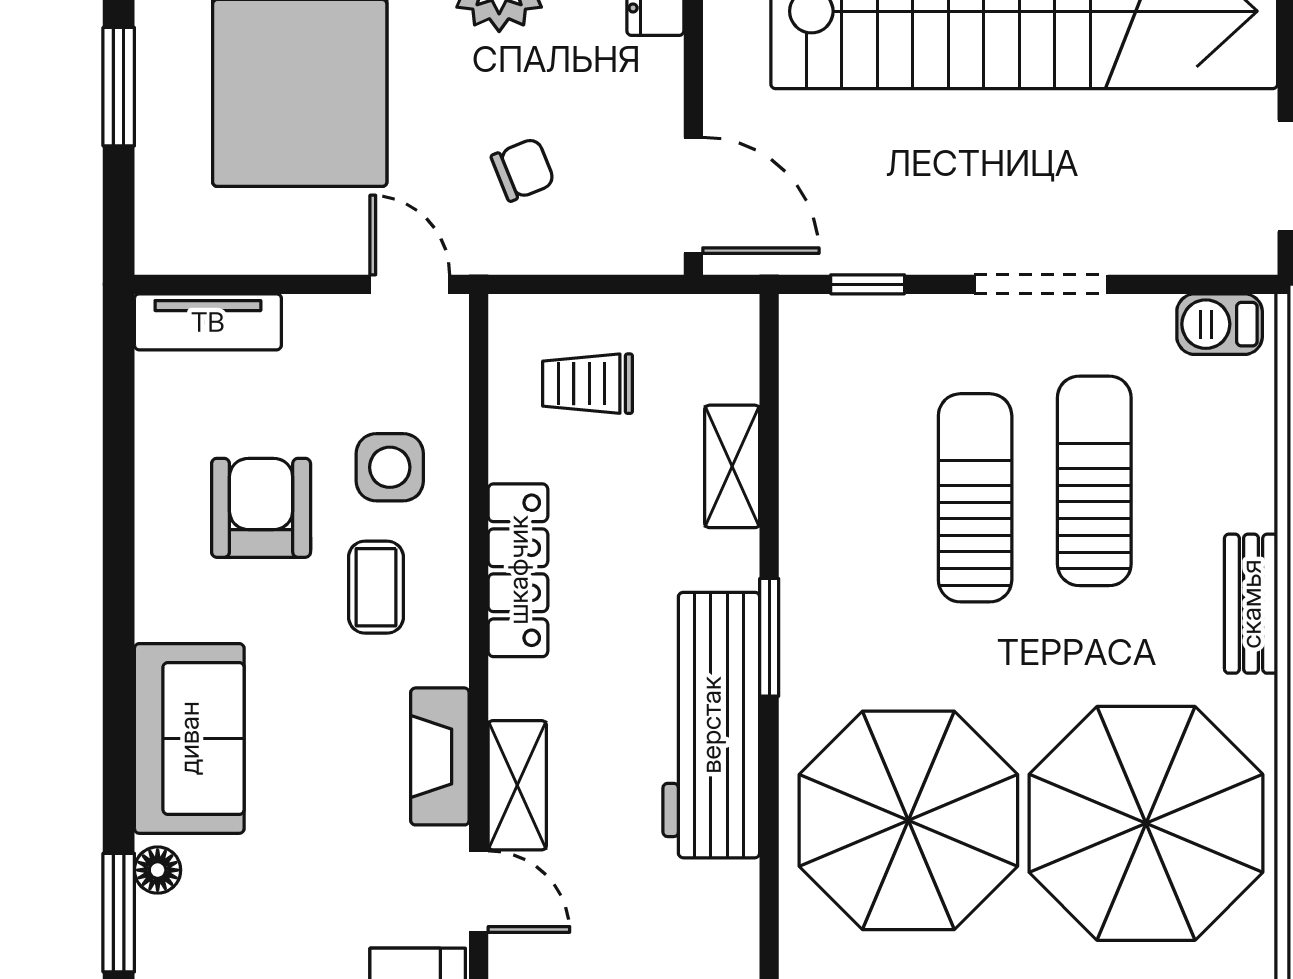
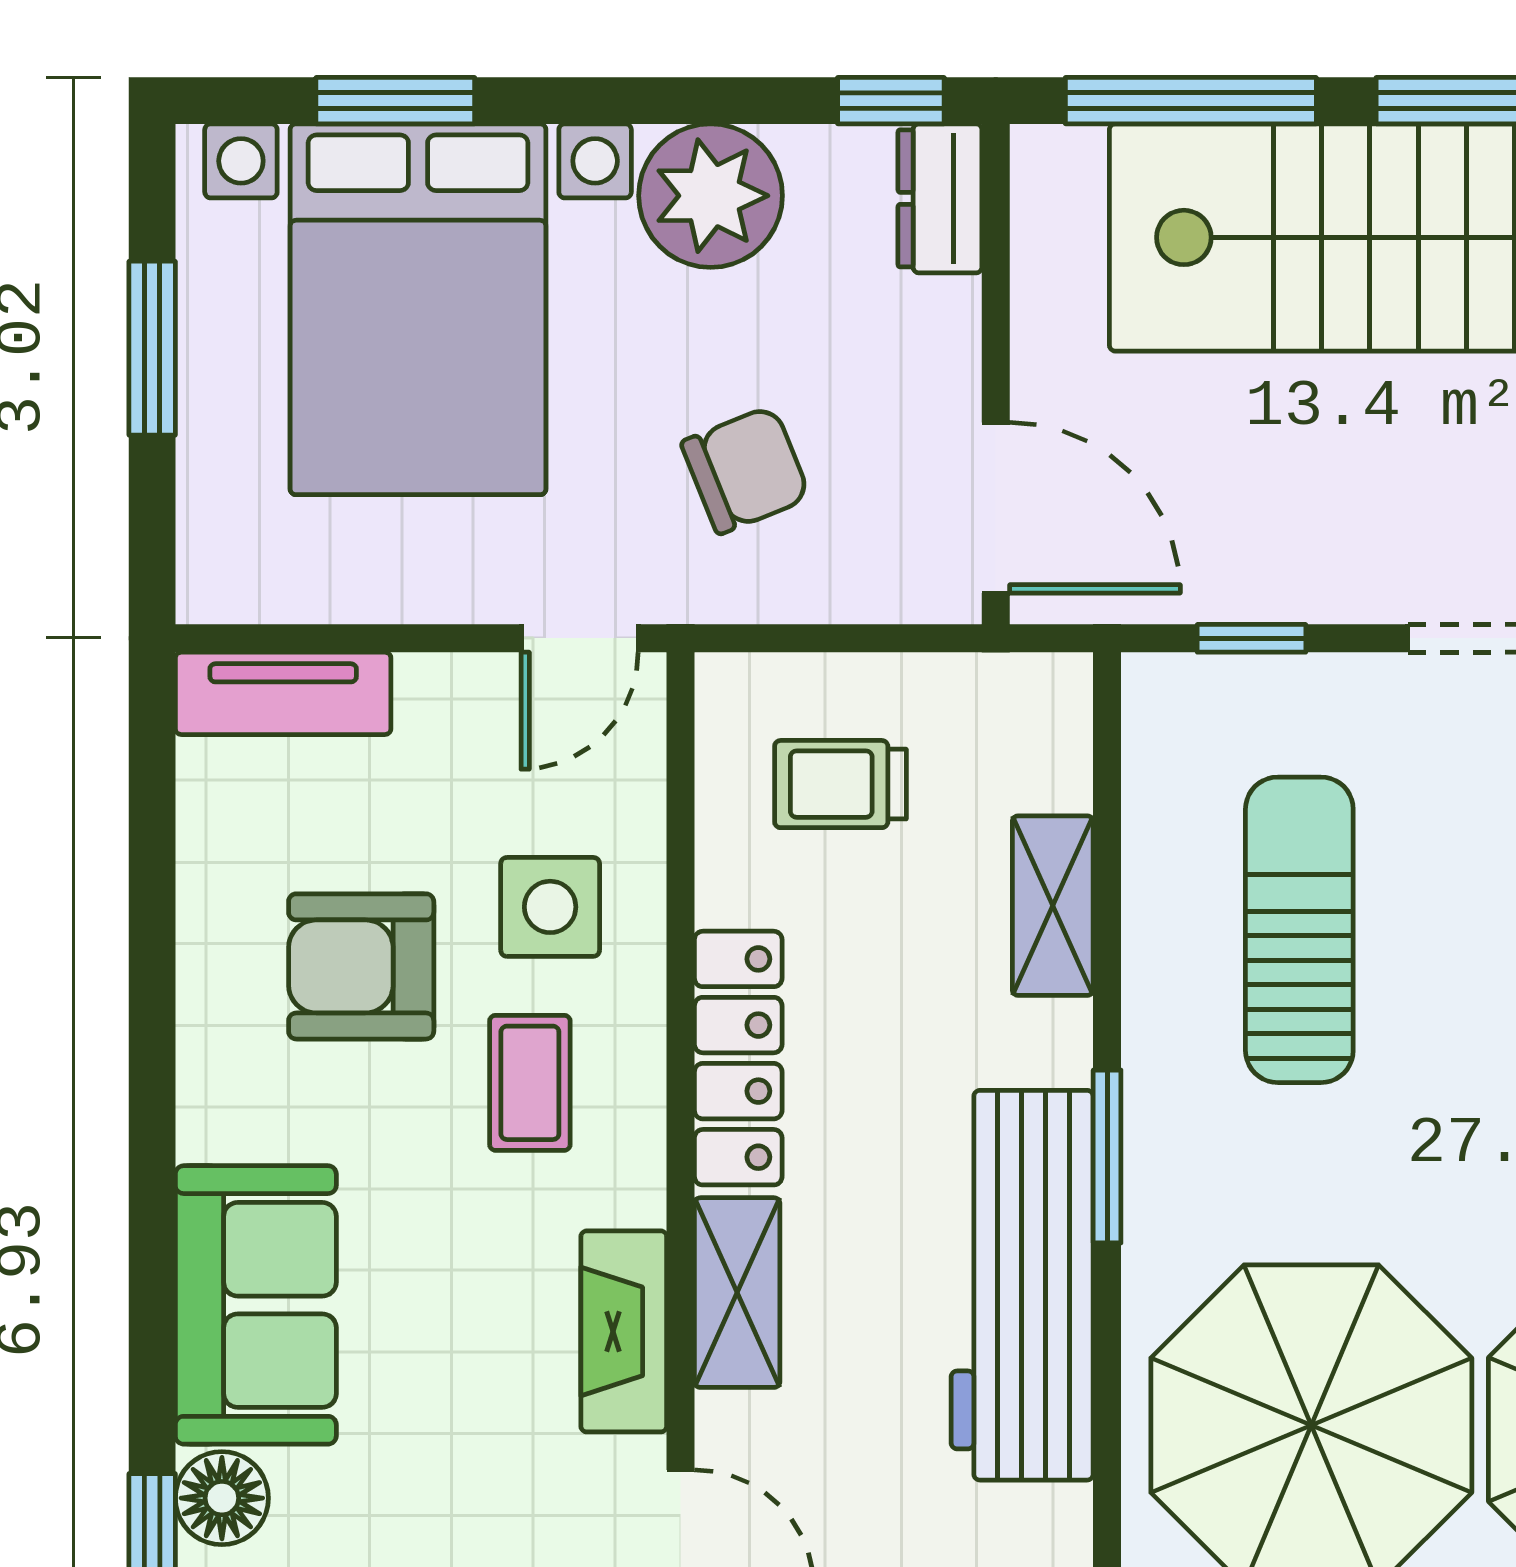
chair: (523, 170) -> (746, 470), width x1.37, depth x1.37
door: (410, 284) -> (580, 638), swing flipped
sun lounger: (975, 498) -> (1299, 930), moved
armchair: (261, 508) -> (361, 966), turned -90
shelving: (517, 785) -> (737, 1293), moved
floor lamp: (158, 870) -> (222, 1498), width x1.37, depth x1.37

